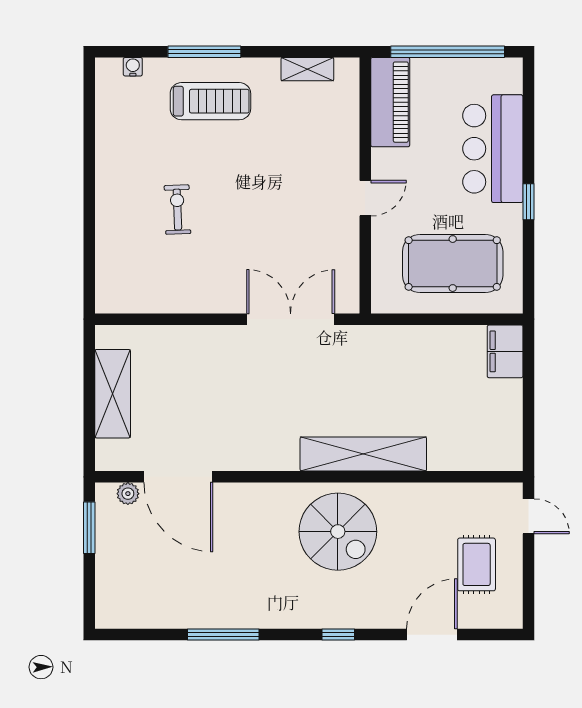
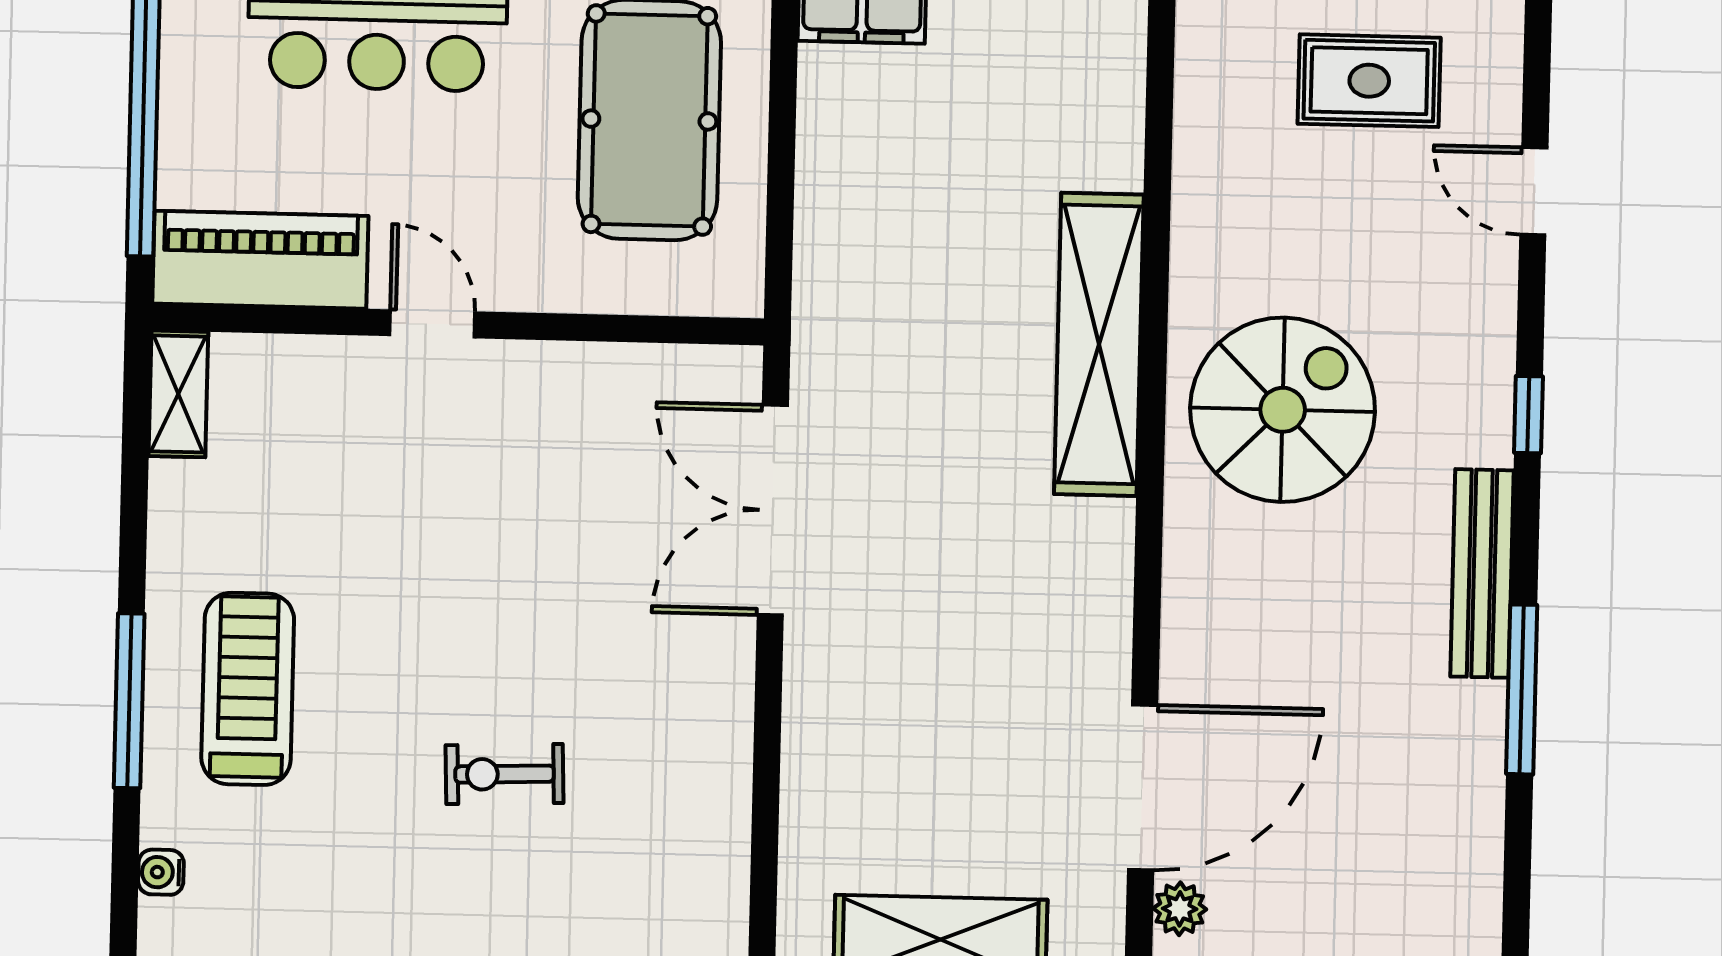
shelving: (307, 69) -> (178, 394), moved
door: (365, 198) -> (432, 324), moved
bench: (271, 617) -> (1482, 573), added
door: (432, 635) -> (1534, 191), width x0.73

